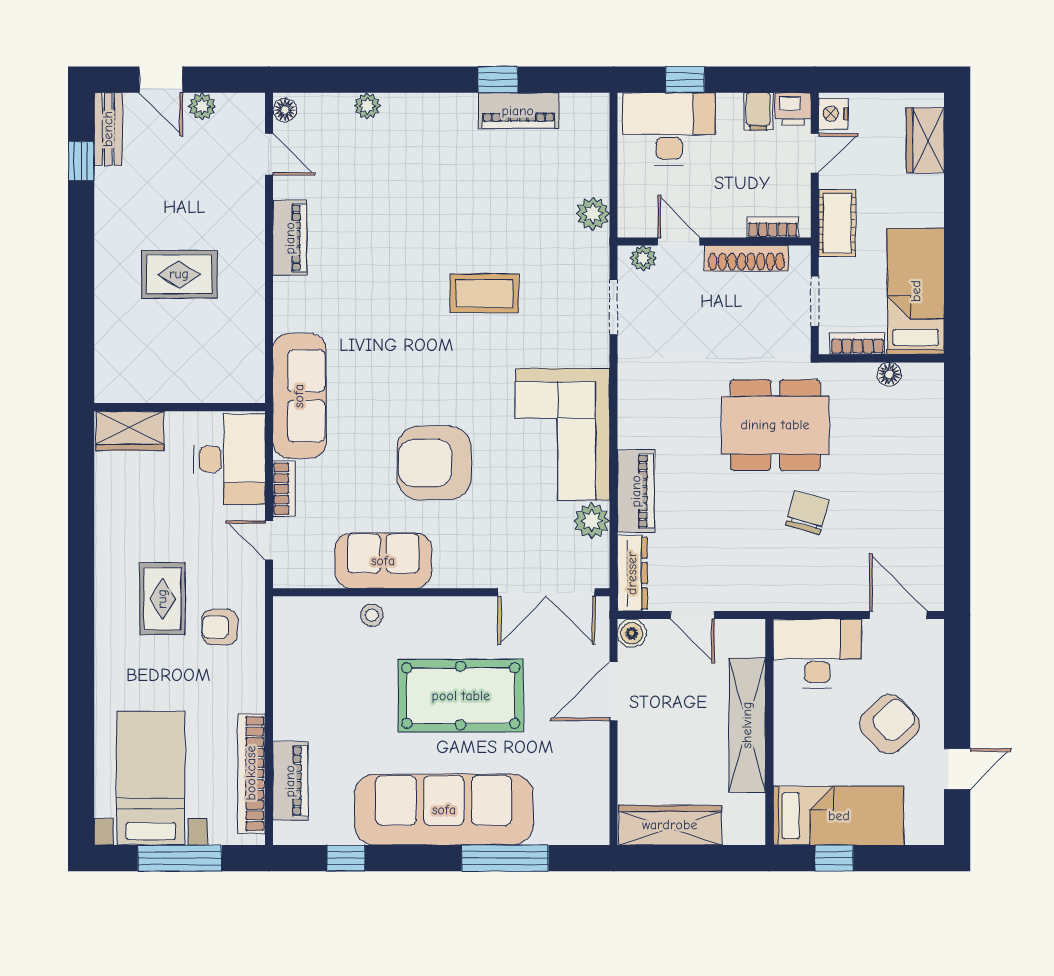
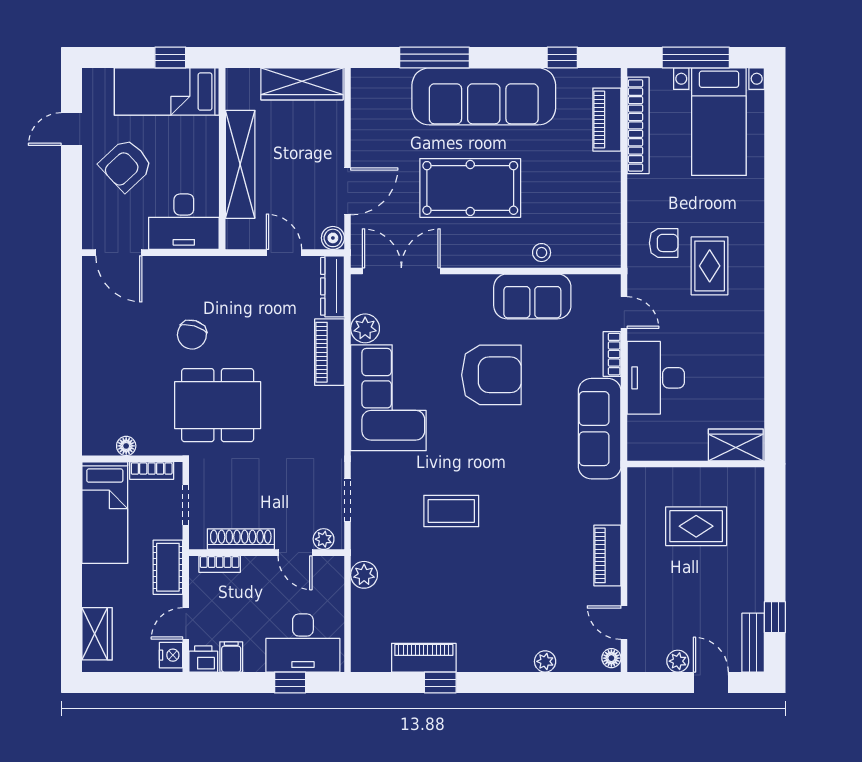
wall: (180, 407) -> (696, 464), moved
wardrobe: (130, 431) -> (736, 445), moved

